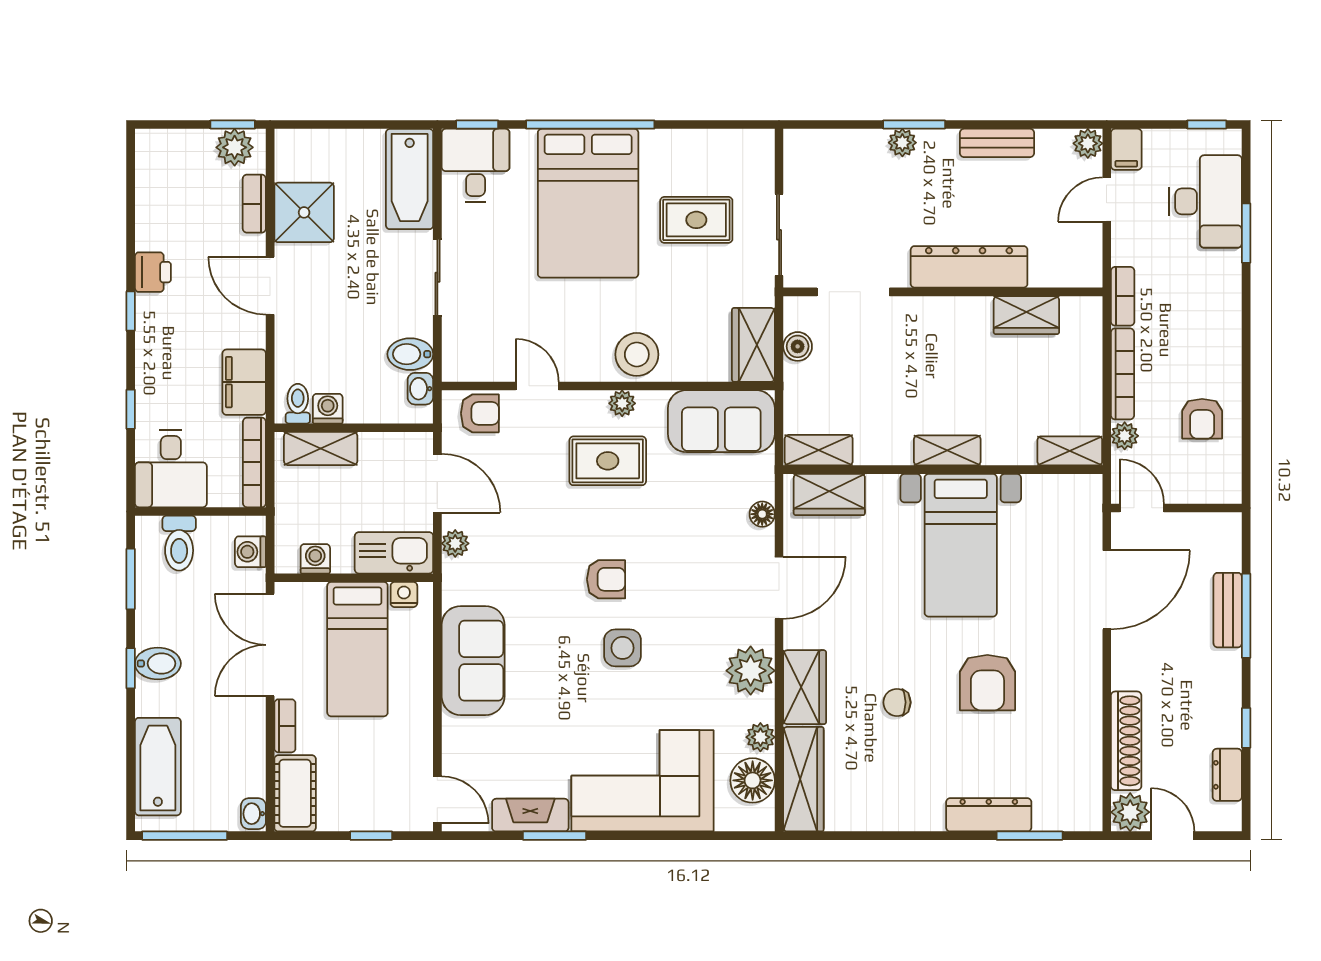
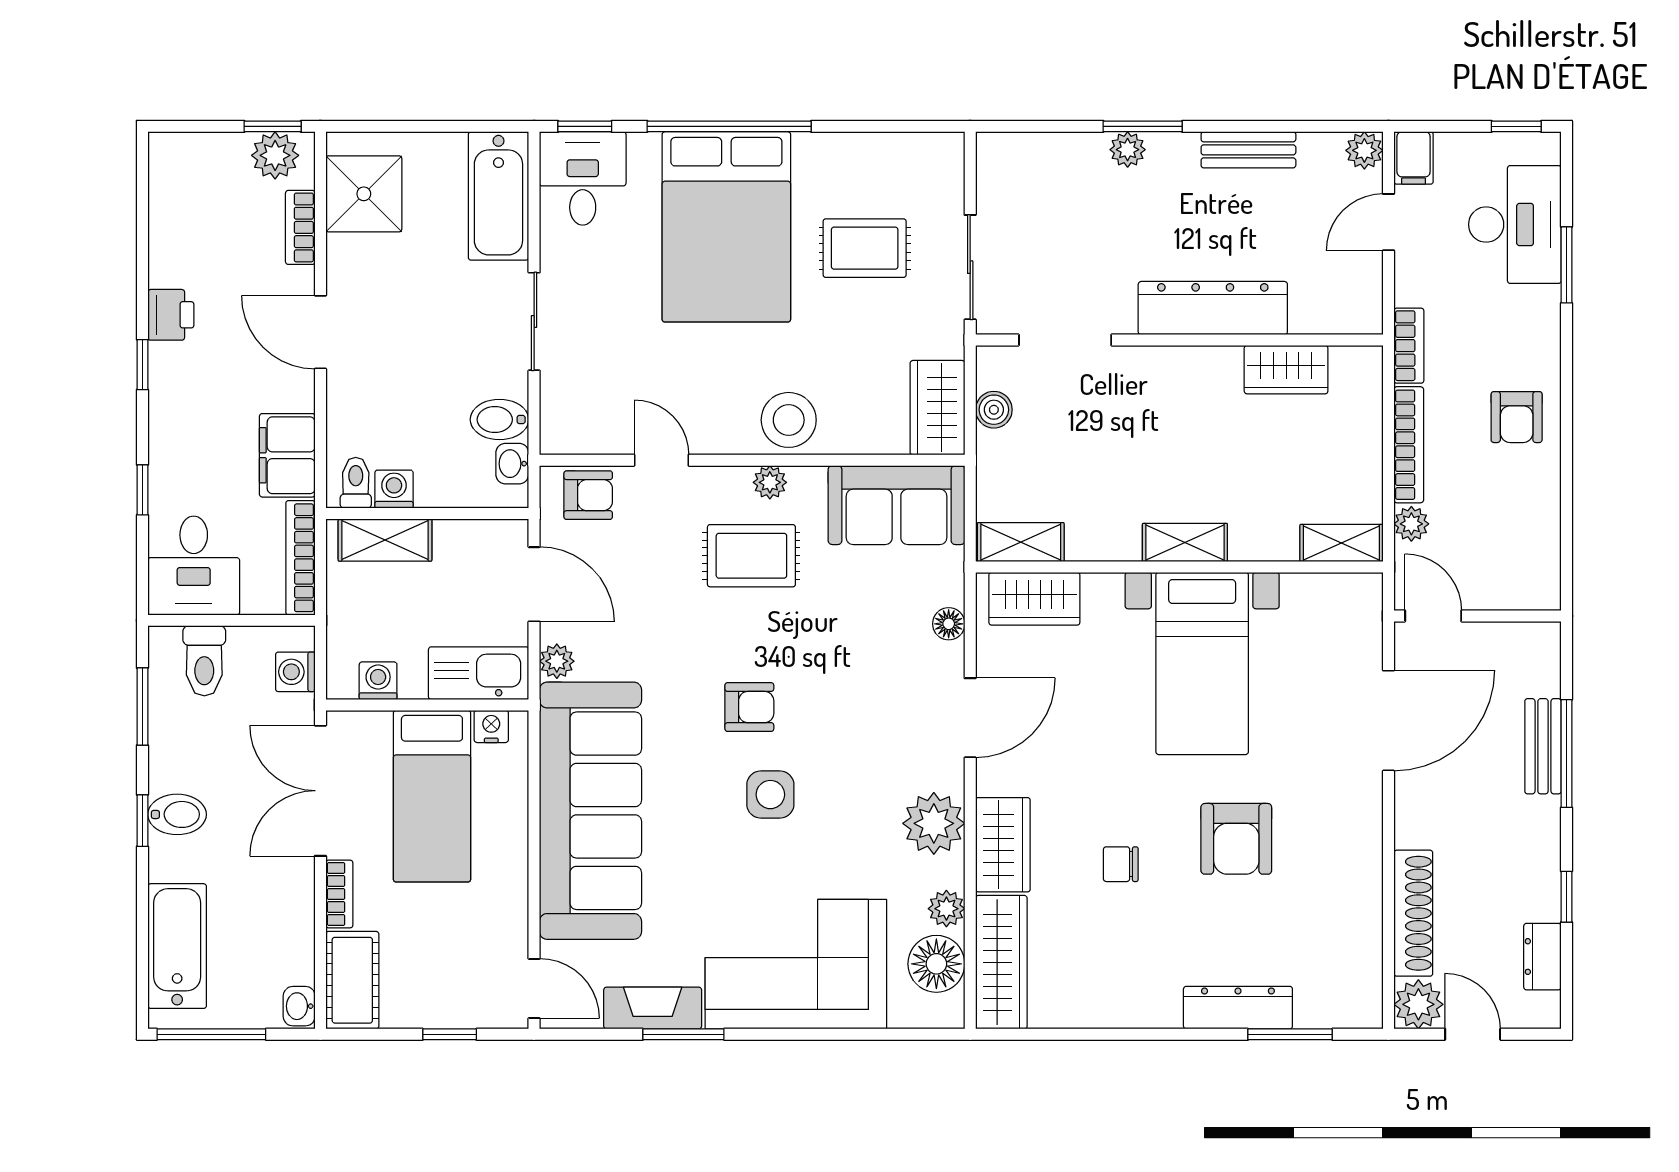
shower: (304, 212) -> (364, 194), moved
armchair: (1202, 419) -> (1517, 417), moved
sofa: (473, 661) -> (590, 811), width x1.85, depth x1.27

